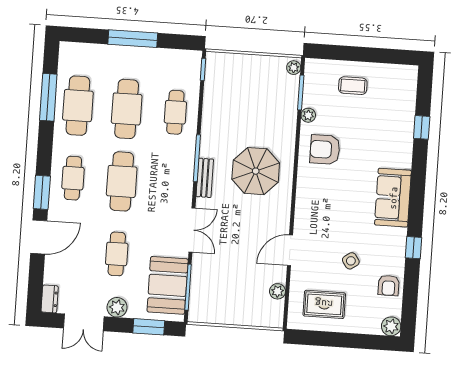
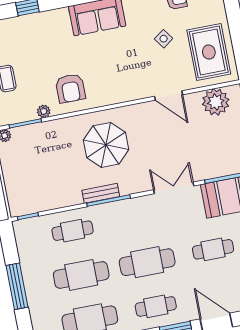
bench: (205, 178) -> (101, 193), moved
plant: (277, 291) -> (216, 102), width x1.87, depth x1.87
rug: (324, 304) -> (209, 52), width x1.36, depth x1.43

